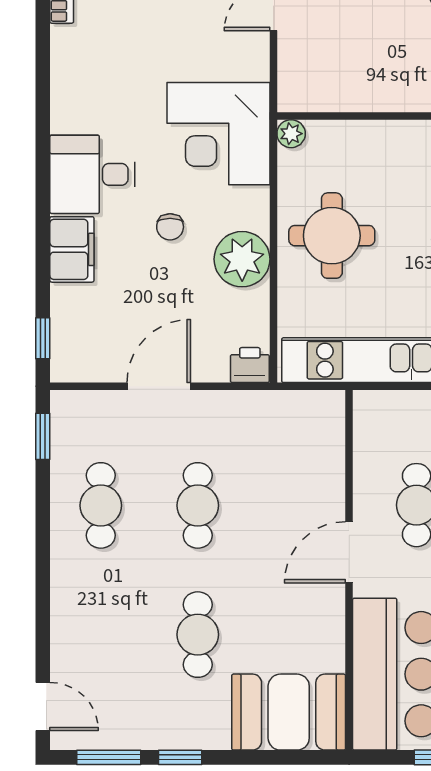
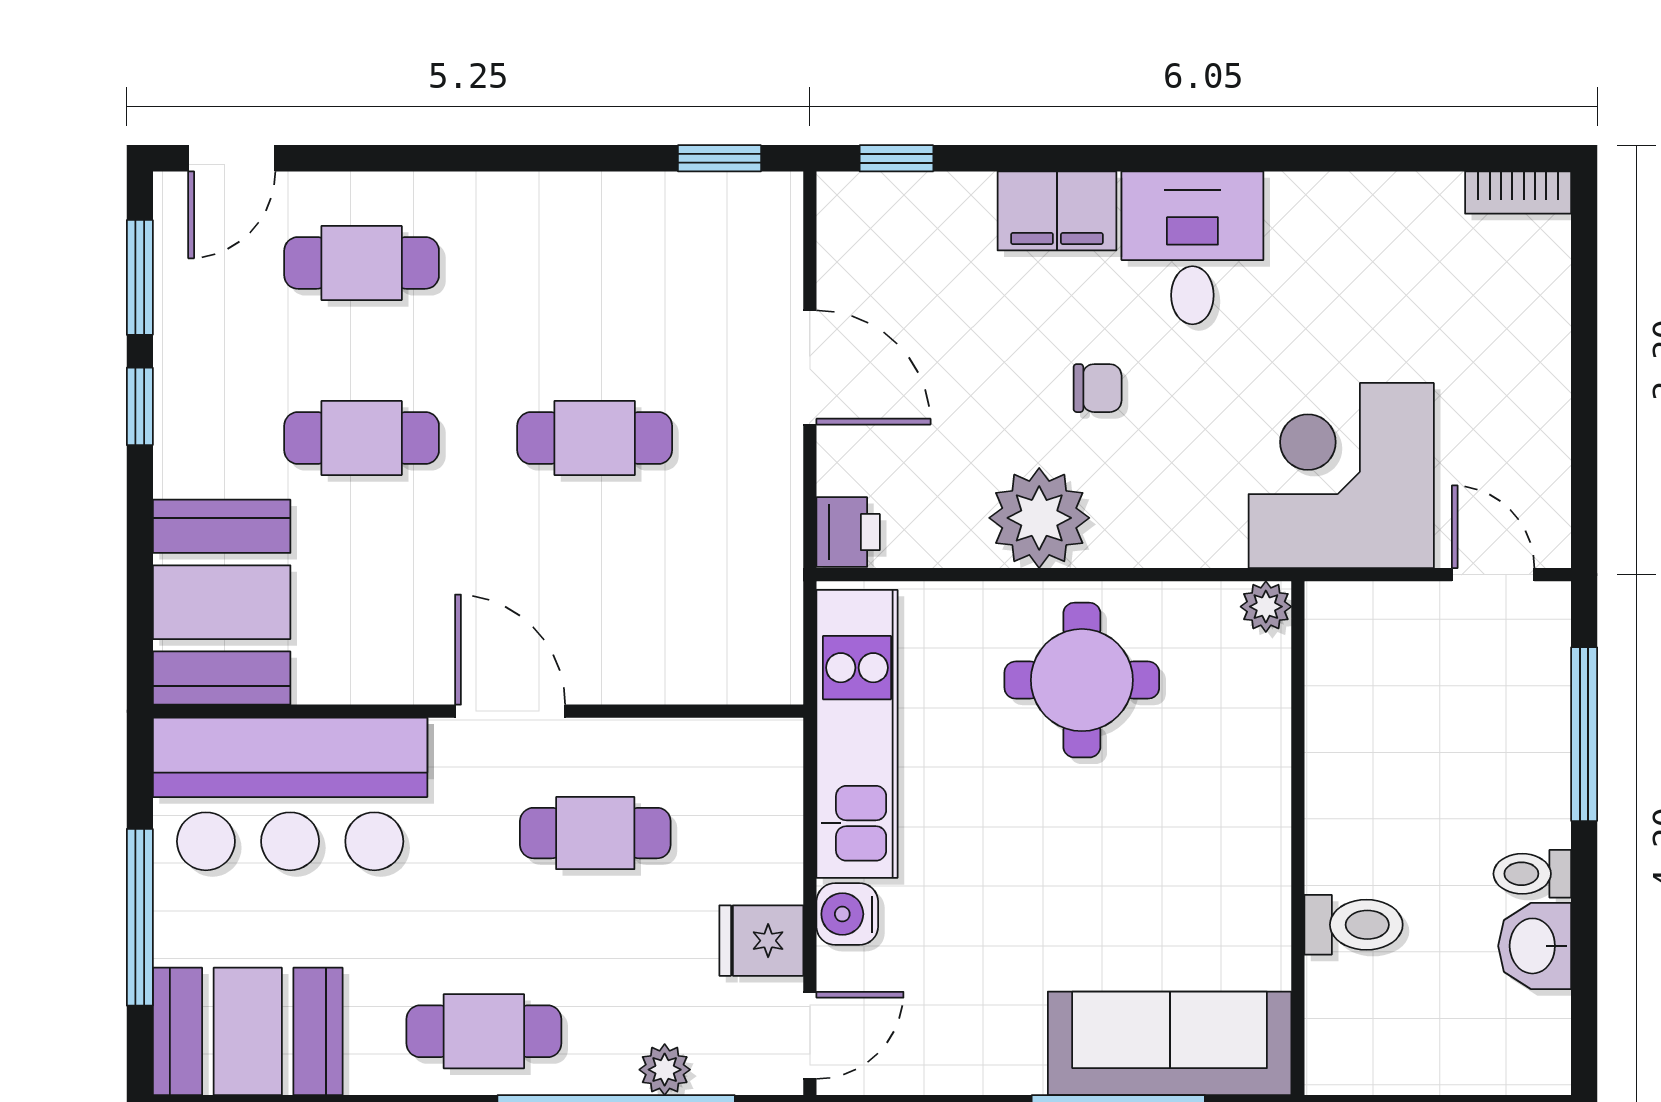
corner desk: (218, 134) -> (1341, 475), moved
chair: (170, 227) -> (1098, 388), turned 180
cafe table: (101, 505) -> (362, 263), moved

